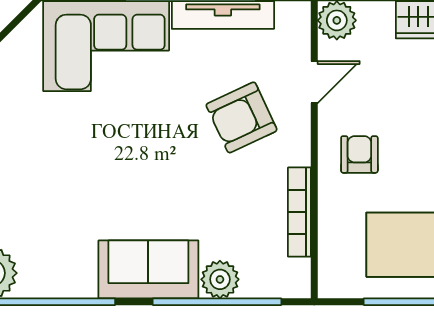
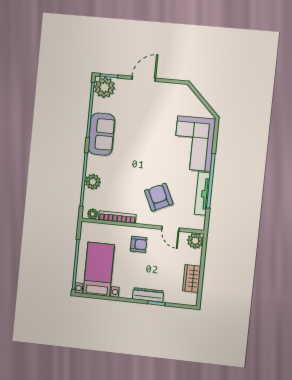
sofa: (148, 269) -> (102, 134), moved
plant: (298, 272) -> (93, 214), added

